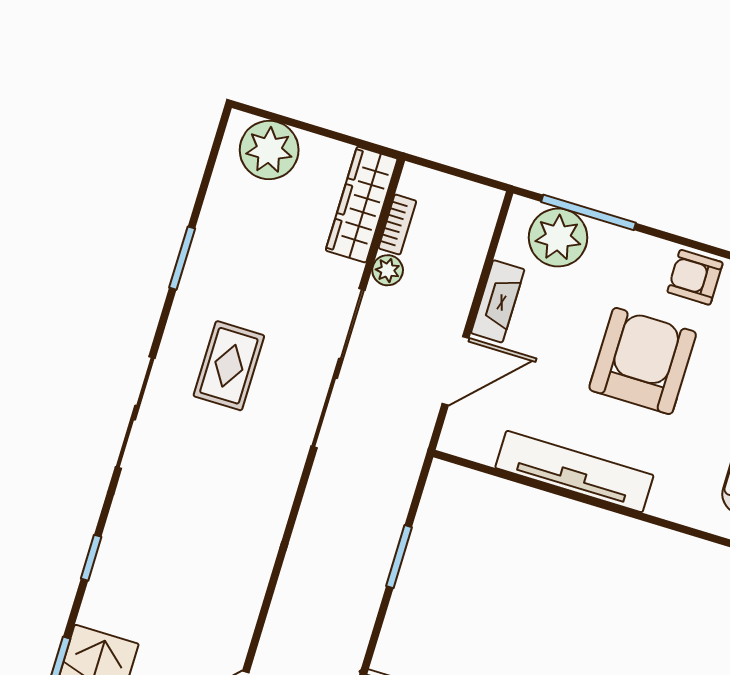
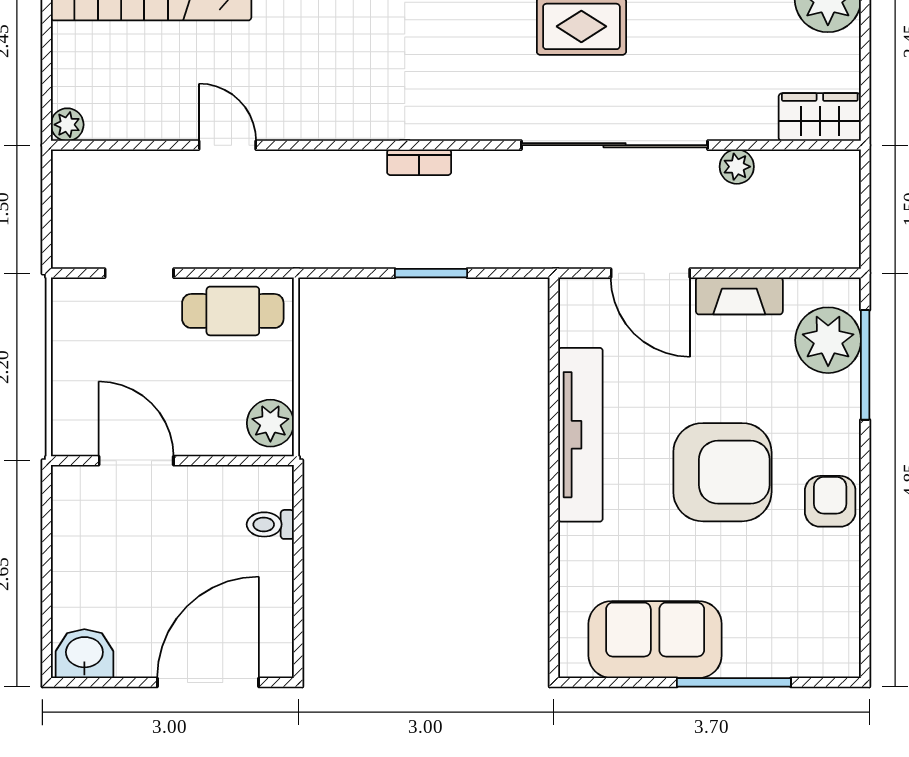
wardrobe: (362, 205) -> (820, 117), width x0.67
bookcase: (397, 225) -> (419, 162), moved

